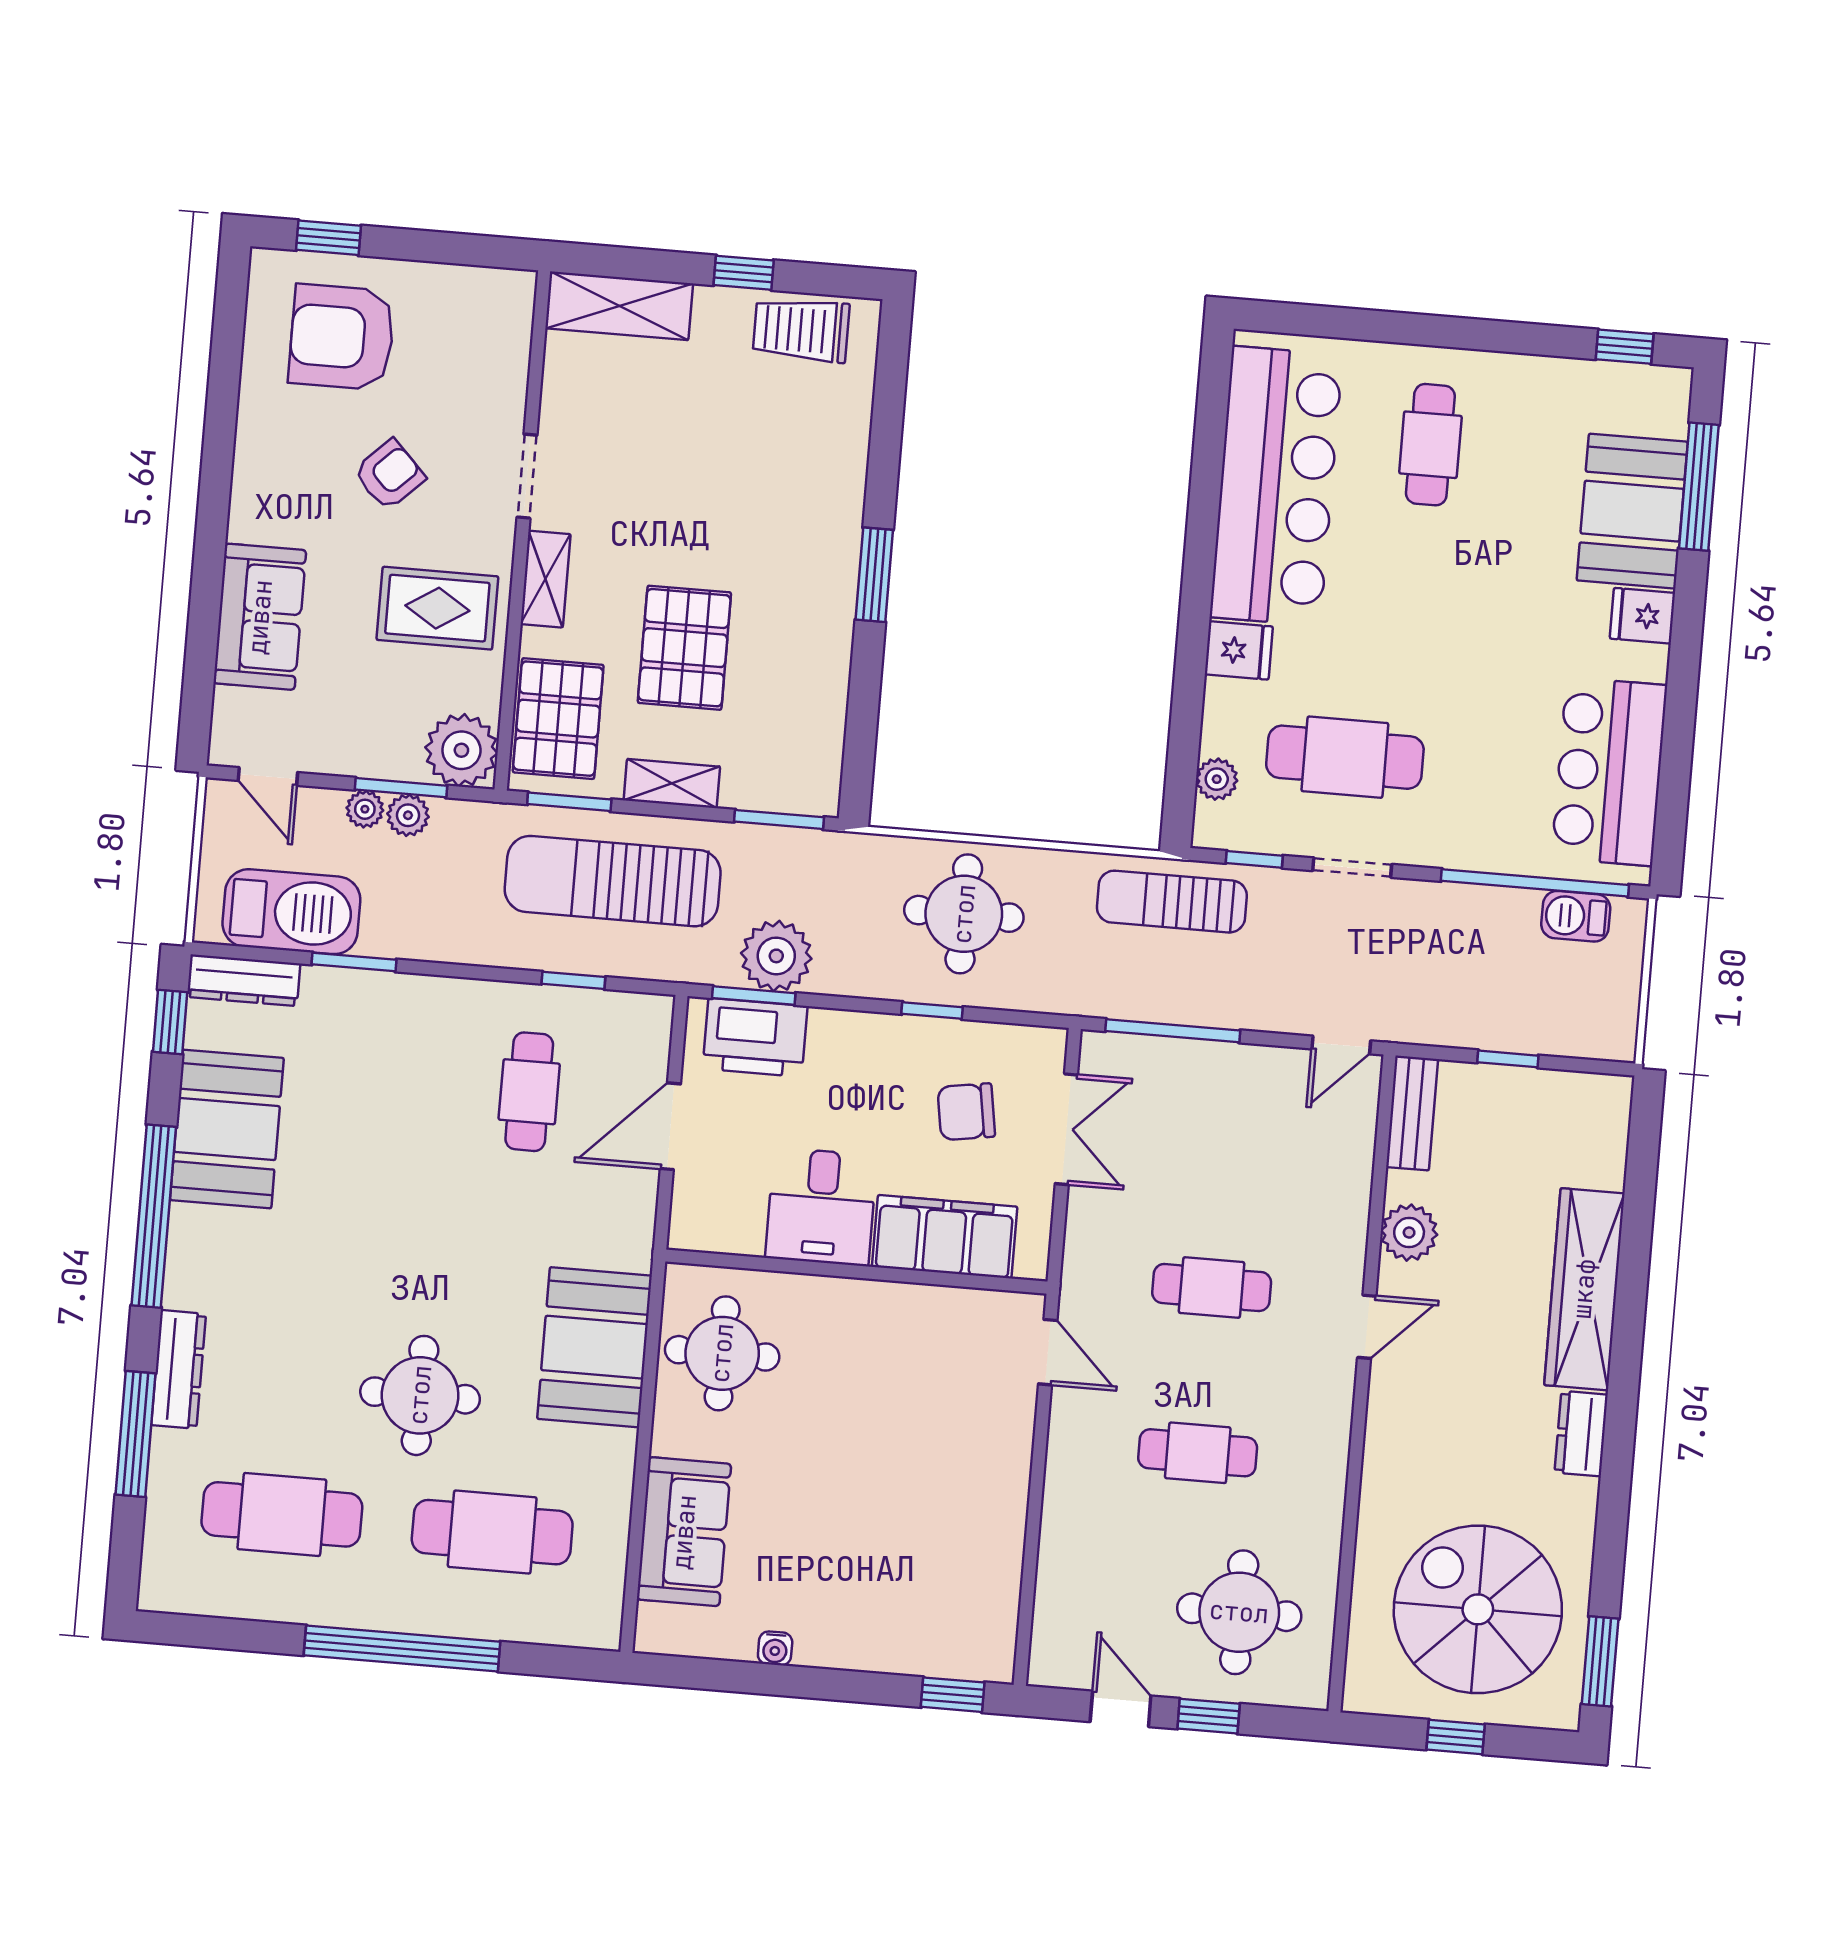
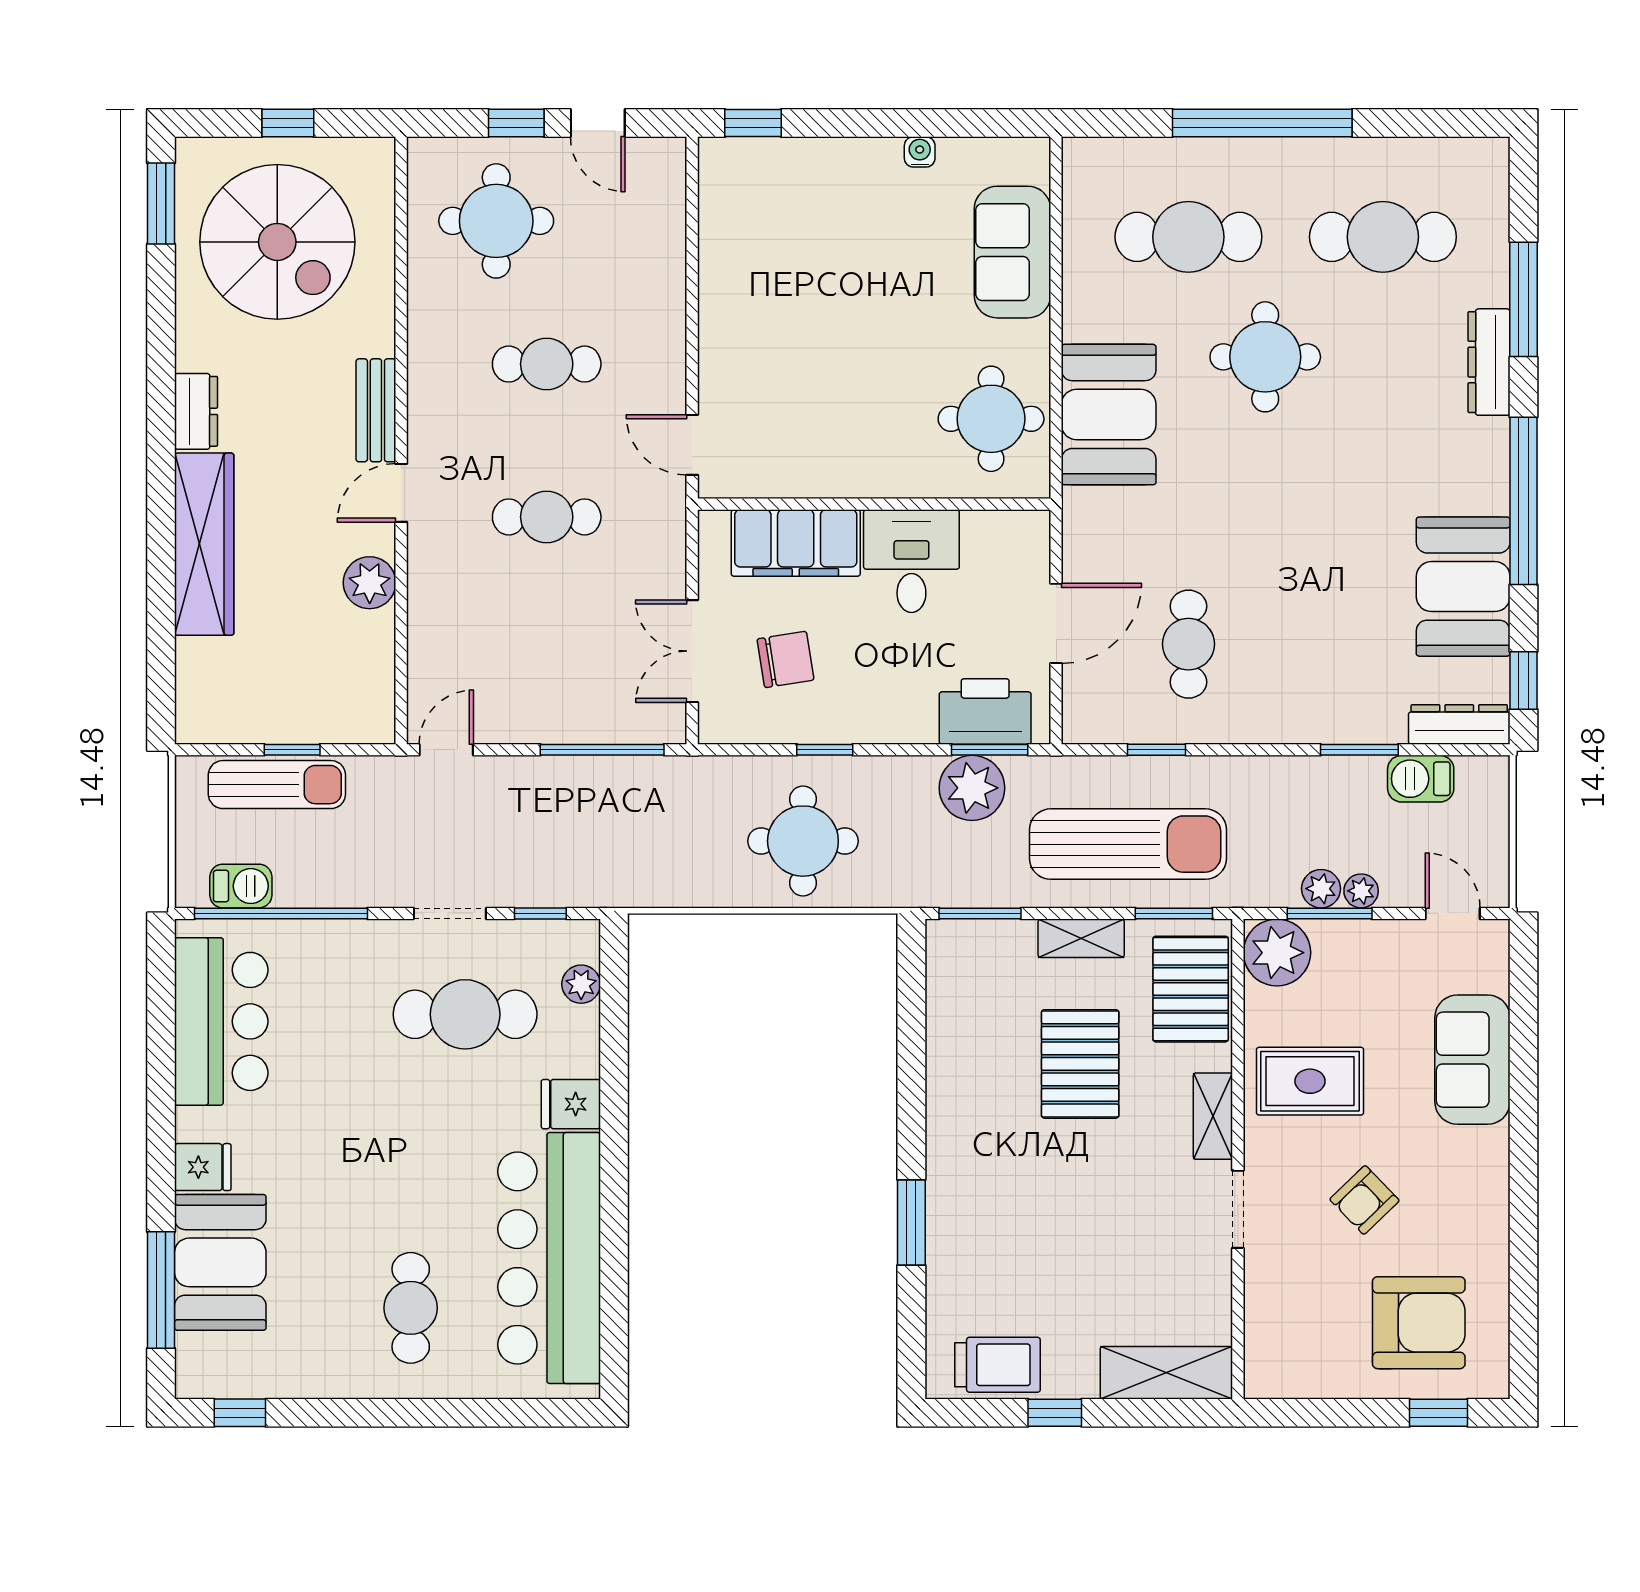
window: (874, 575) -> (911, 1223), moved
sun lounger: (1172, 902) -> (277, 785), moved
barbecue: (291, 912) -> (1421, 779), width x0.53, depth x0.65
bench: (1412, 1113) -> (376, 410), moved

